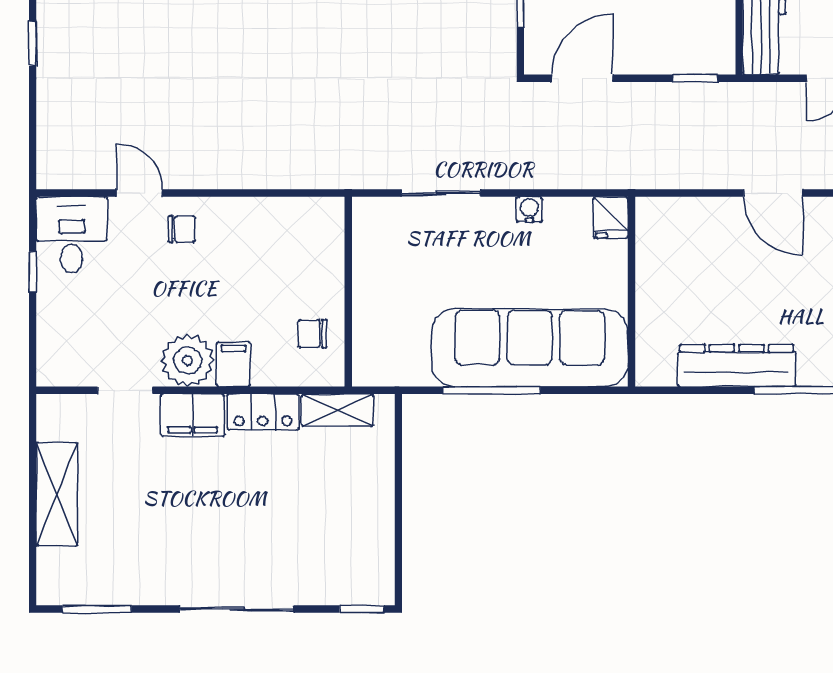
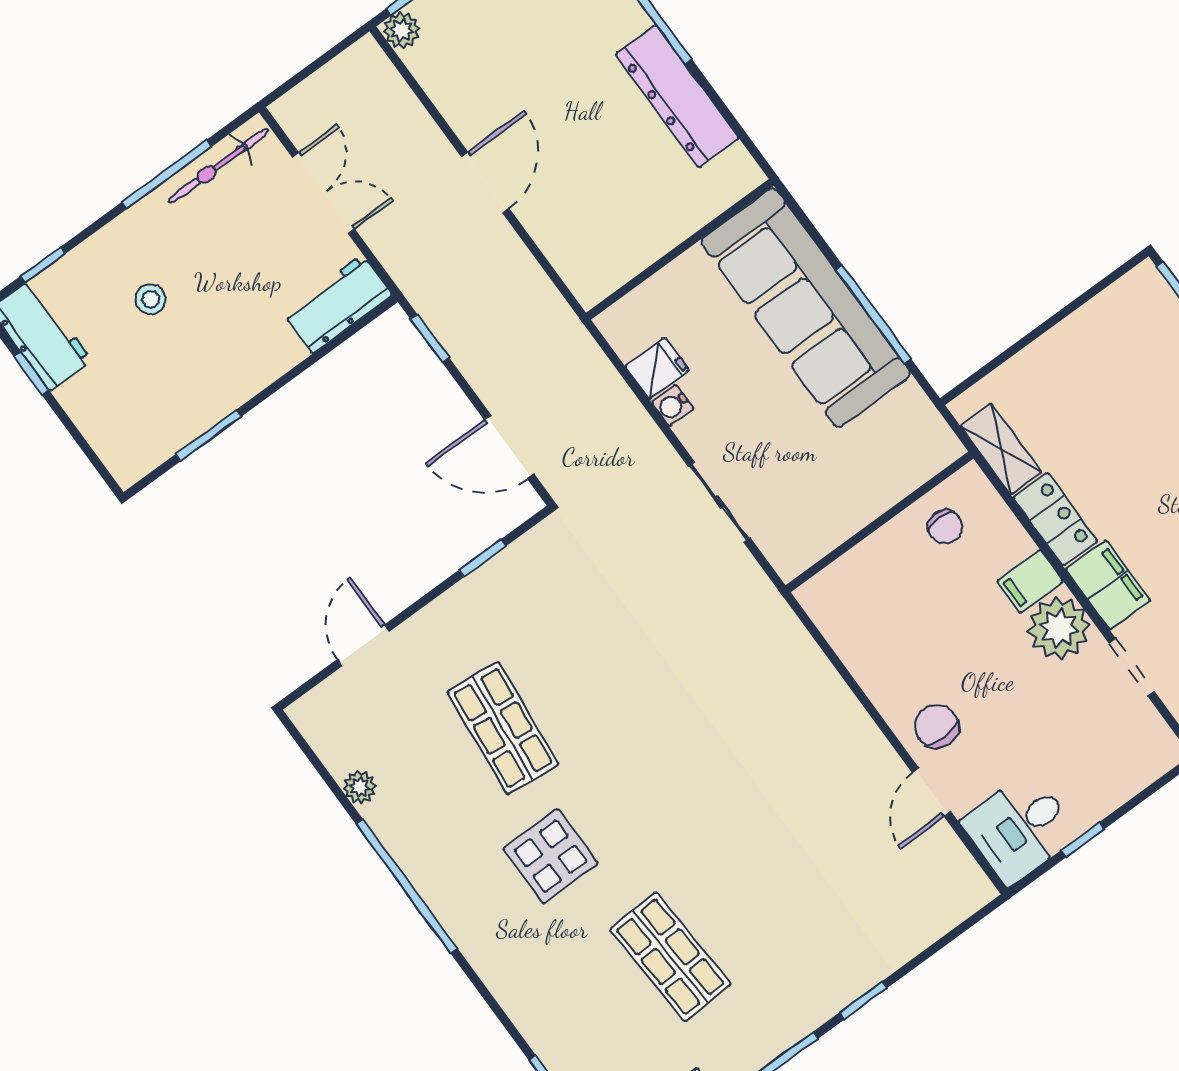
fridge: (611, 217) -> (657, 368), moved
chair: (182, 229) -> (937, 726), width x1.37, depth x1.37

